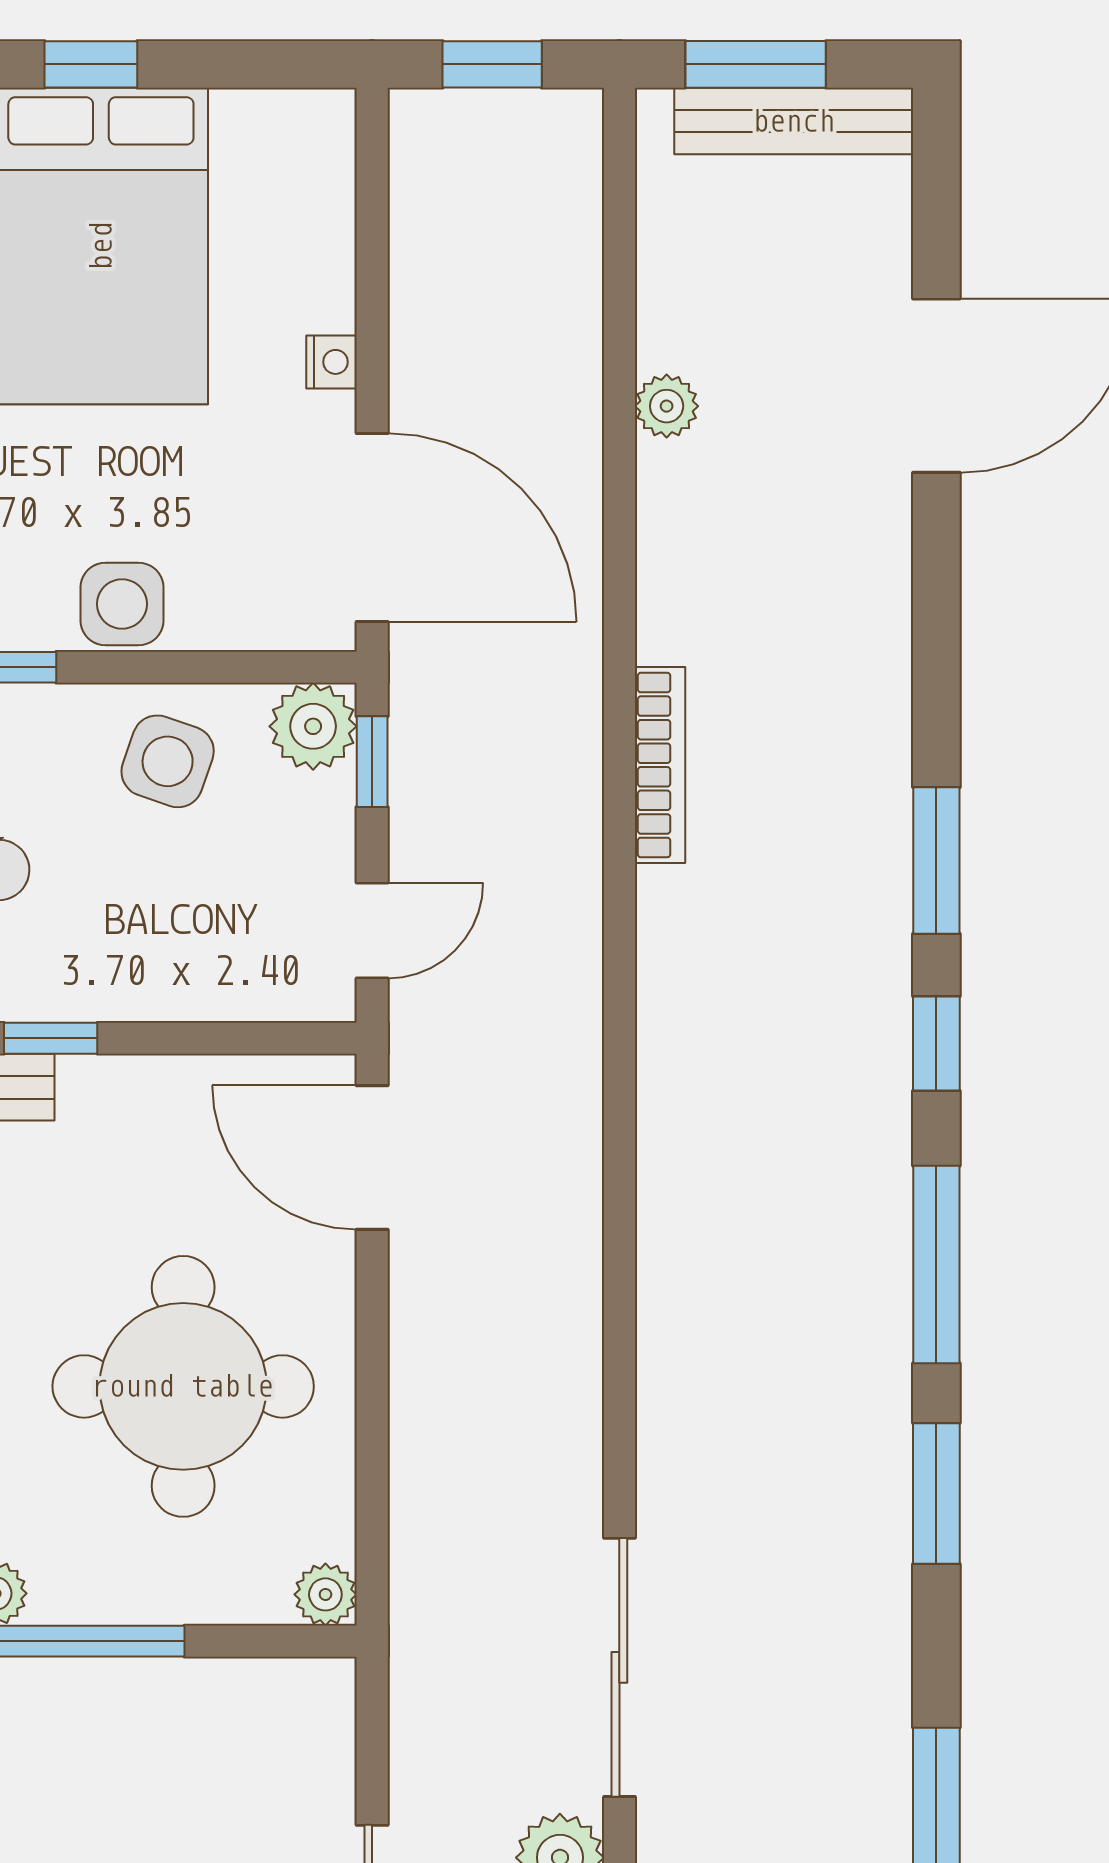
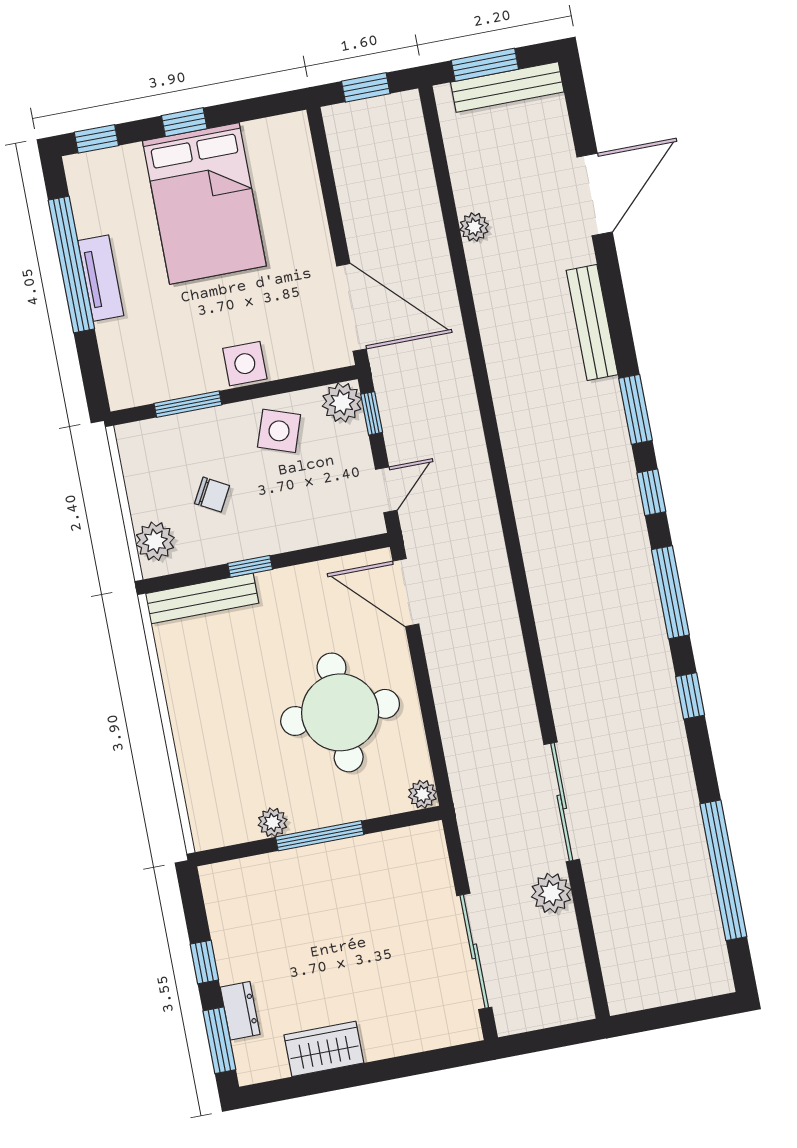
nightstand: (331, 362) -> (319, 236), removed
bench: (879, 658) -> (592, 322), added
bookcase: (660, 765) -> (502, 390), removed
window: (936, 1493) -> (690, 696), width x0.67

